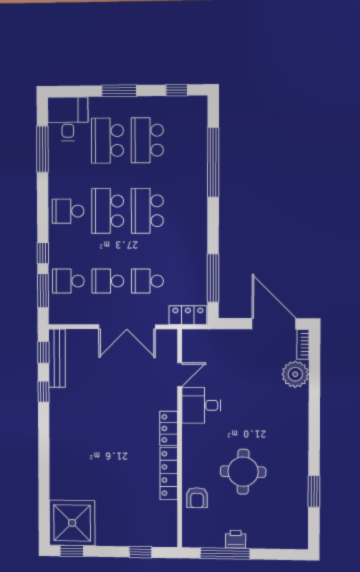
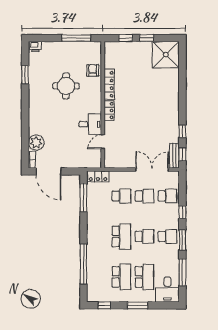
school desk: (108, 211) -> (144, 236), width x0.54
window: (43, 291) -> (182, 240), moved
double door: (127, 327) -> (152, 170), moved
bench: (57, 358) -> (174, 156), width x0.73
printer: (236, 539) -> (35, 46), moved
window: (72, 551) -> (147, 38), moved

